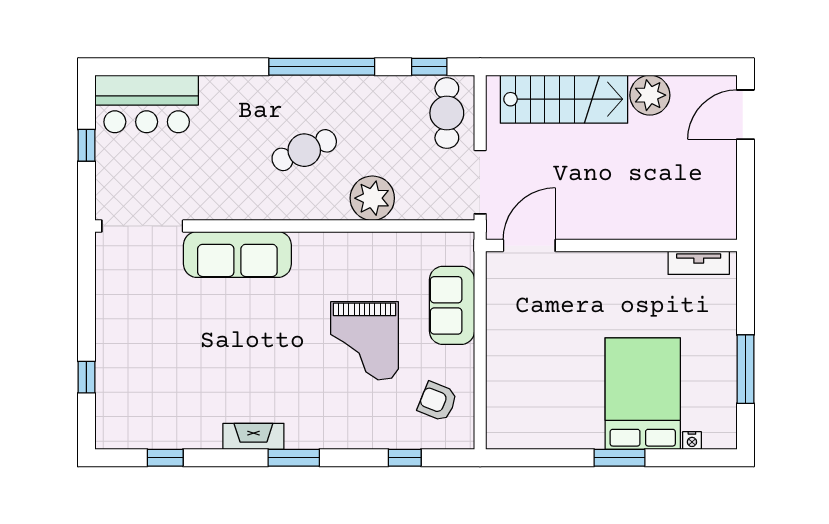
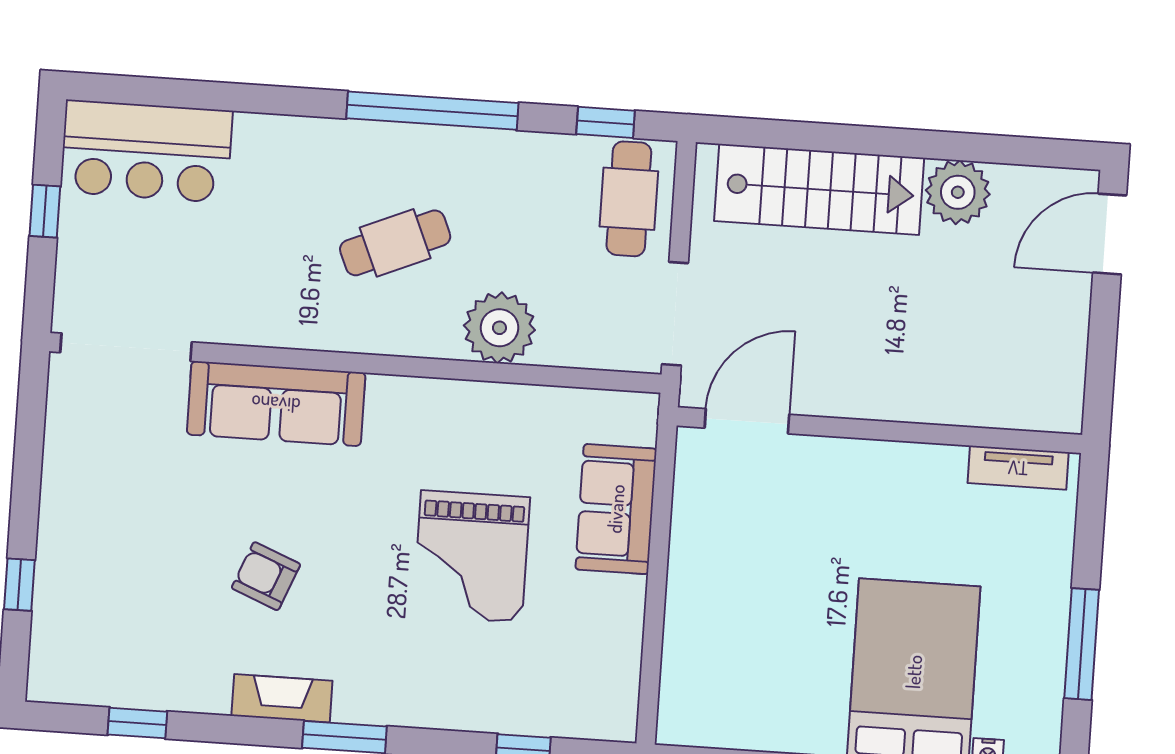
armchair: (437, 402) -> (266, 576), moved

